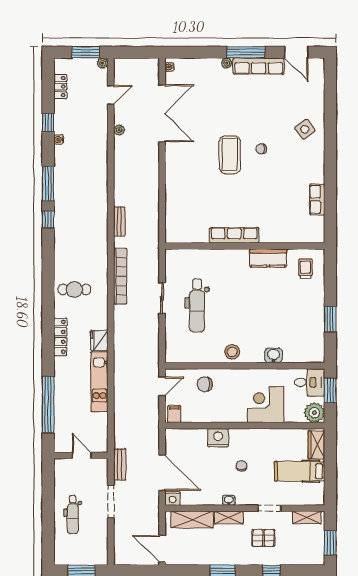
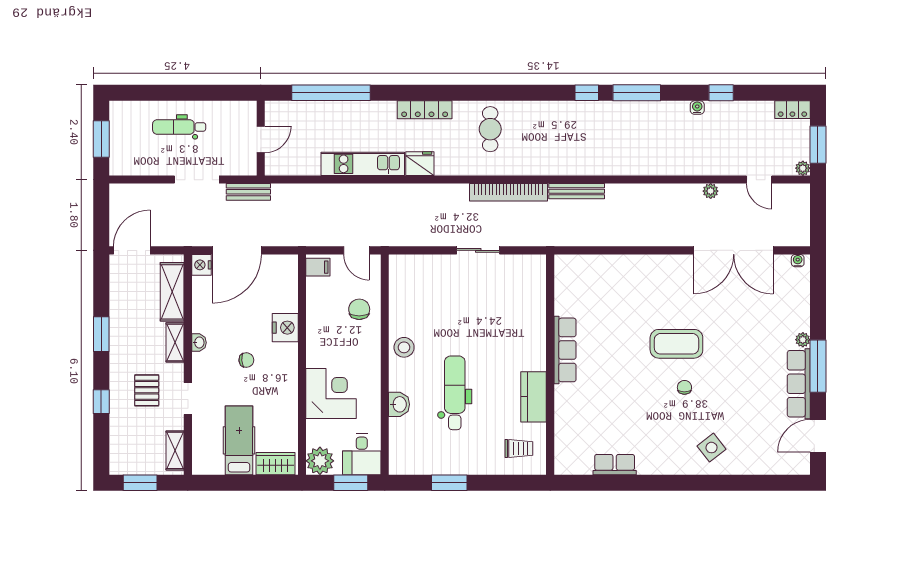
locker: (60, 87) -> (792, 110), moved
bench: (119, 222) -> (577, 191), width x1.36
dental chair: (197, 305) -> (455, 393), moved, turned 90

